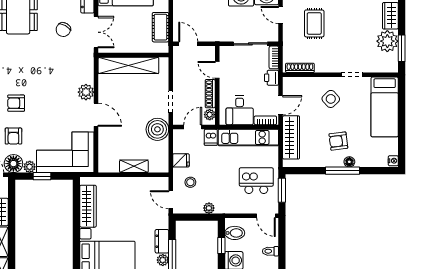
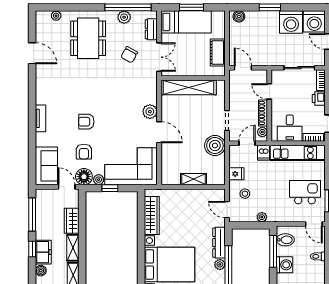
dresser: (162, 241) -> (219, 243), width x1.44
window: (221, 246) -> (273, 251), width x2.17

